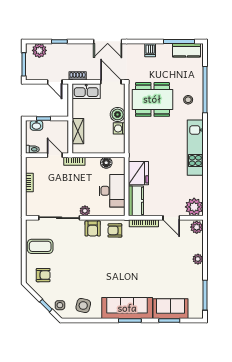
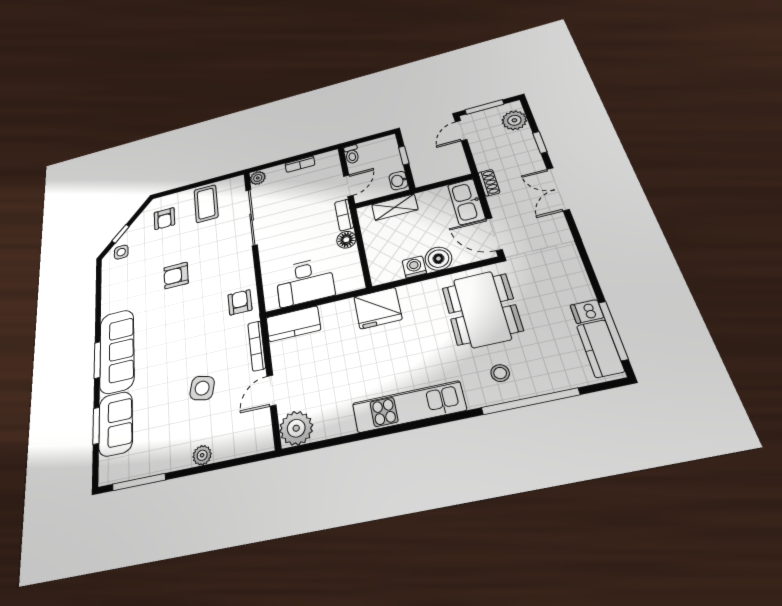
double door: (108, 41) -> (558, 189), moved
dishwasher: (150, 50) -> (587, 311), moved
door: (55, 82) -> (461, 131), moved
door: (111, 82) -> (494, 234), swing flipped
washbasin: (36, 125) -> (398, 181), moved
floor lamp: (106, 163) -> (346, 240), moved
fridge: (138, 173) -> (378, 308), moved
plant: (85, 211) -> (258, 178), moved
plant: (197, 227) -> (259, 441), removed
armchair: (93, 229) -> (176, 275), moved
side table: (83, 306) -> (202, 388), moved

